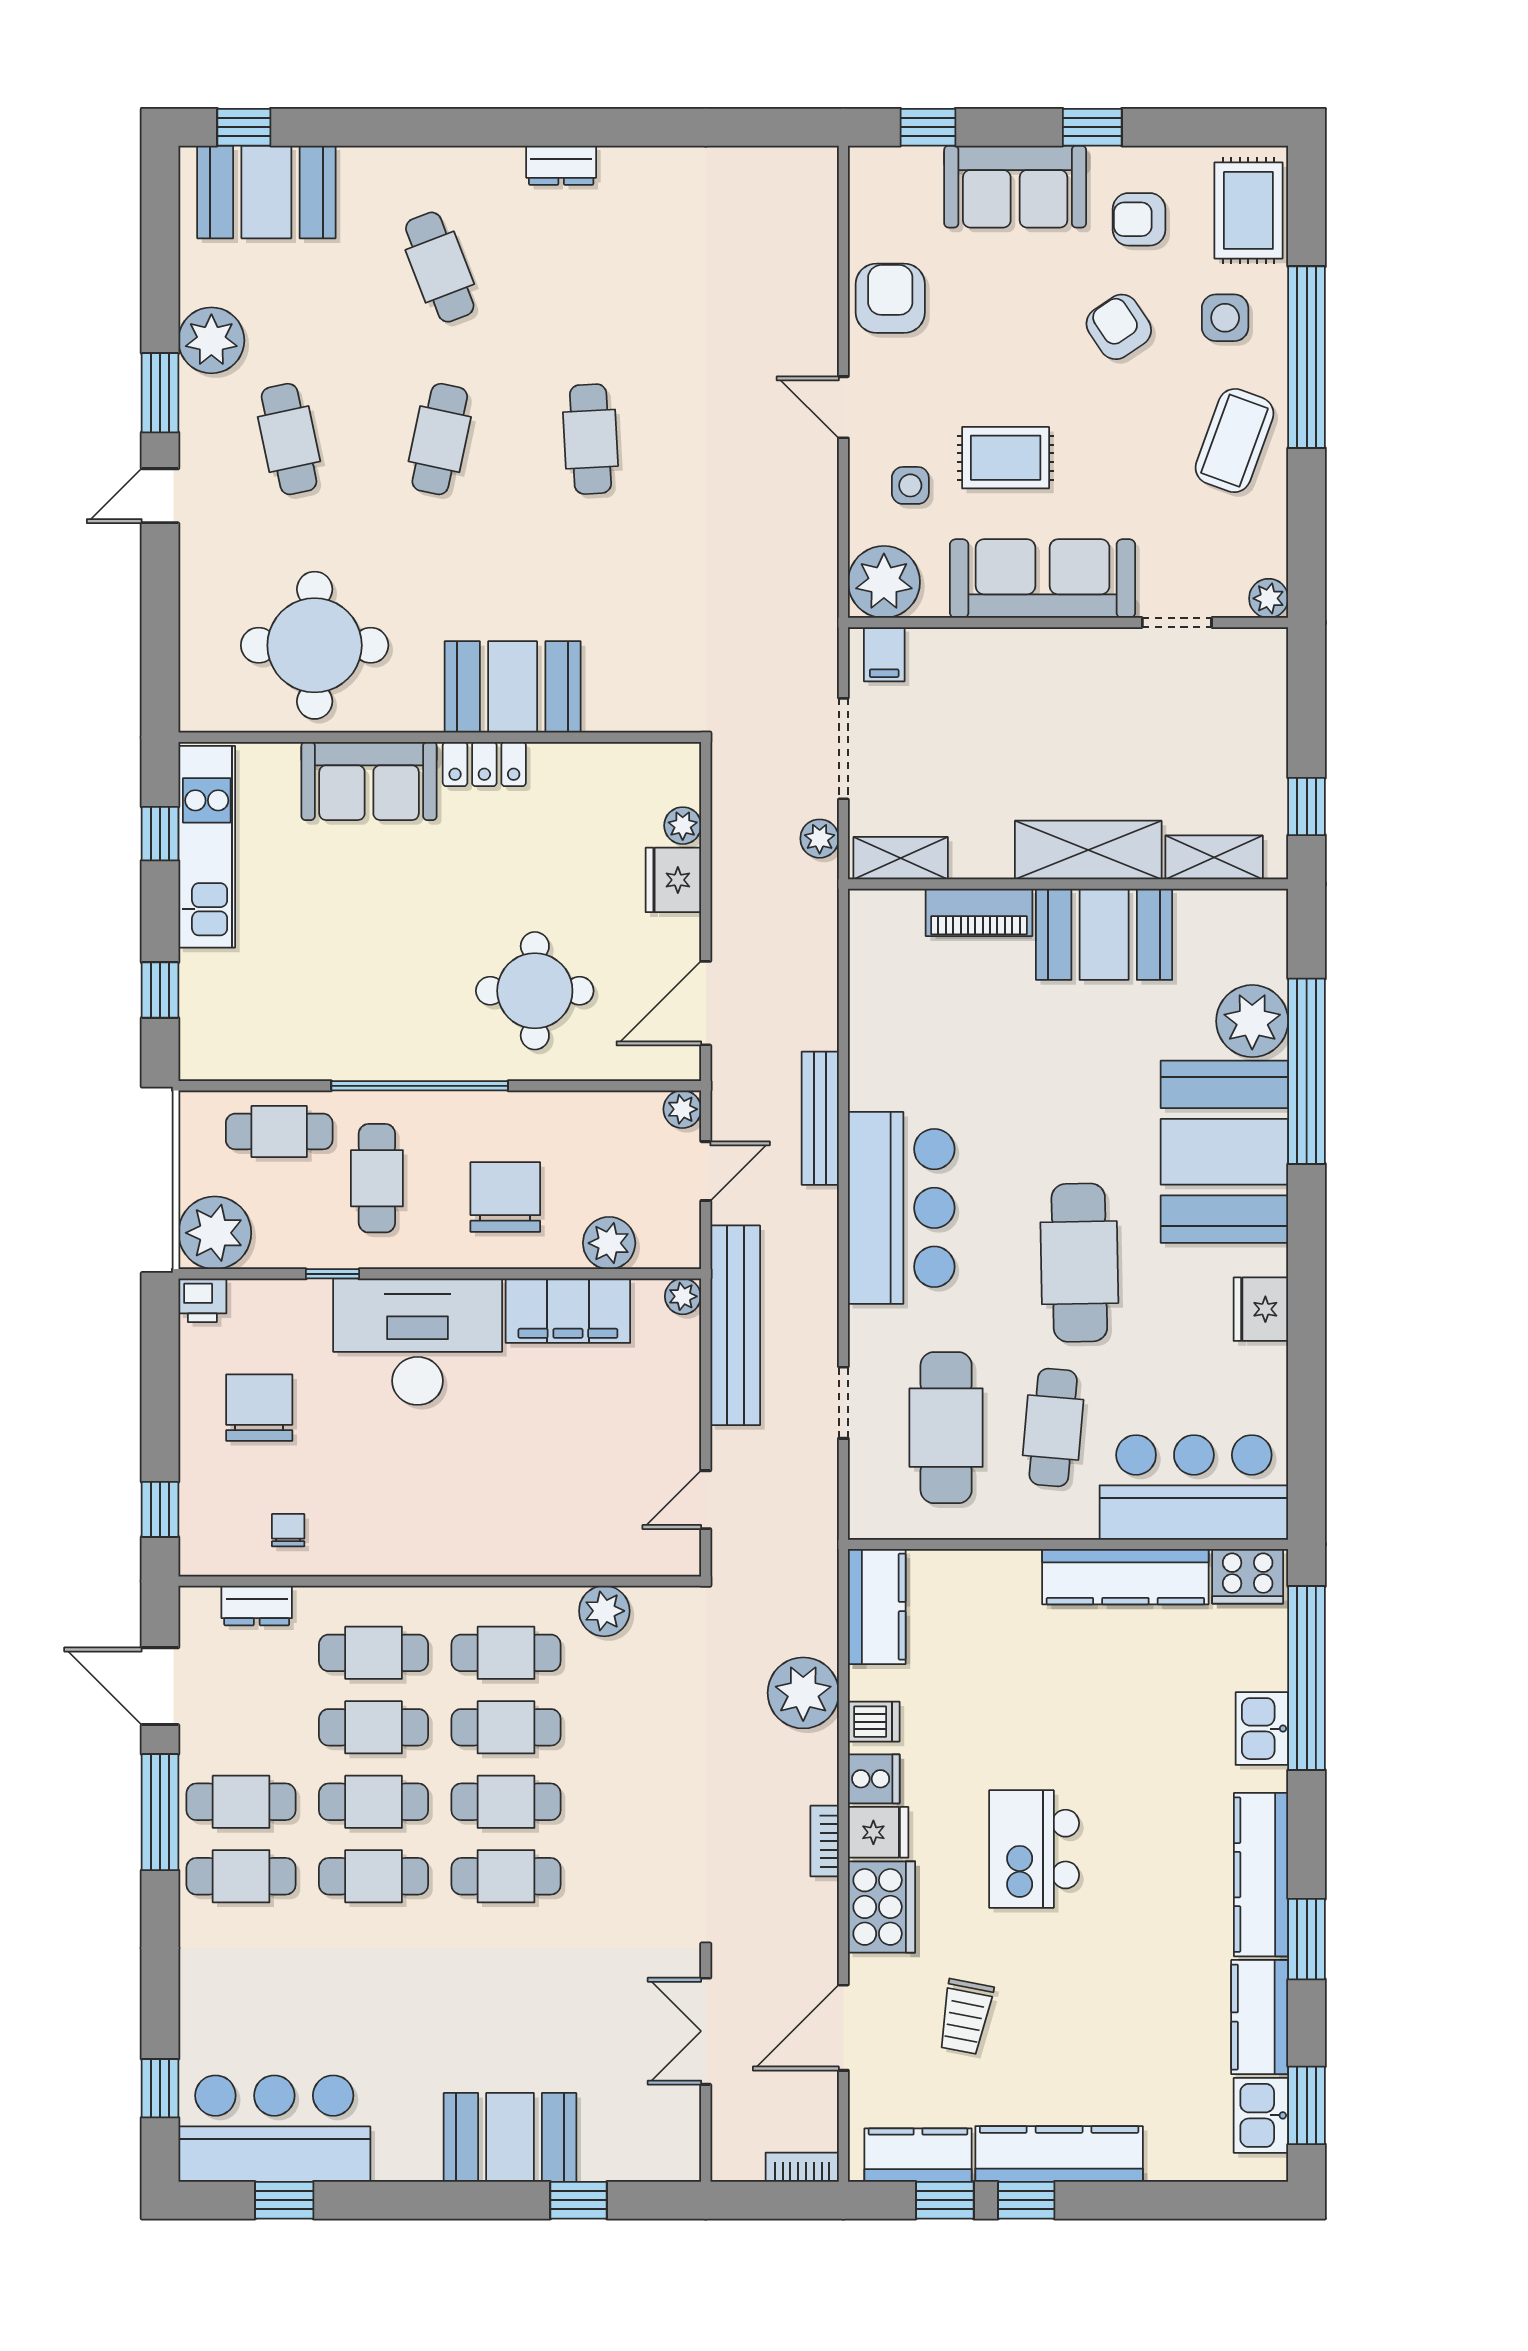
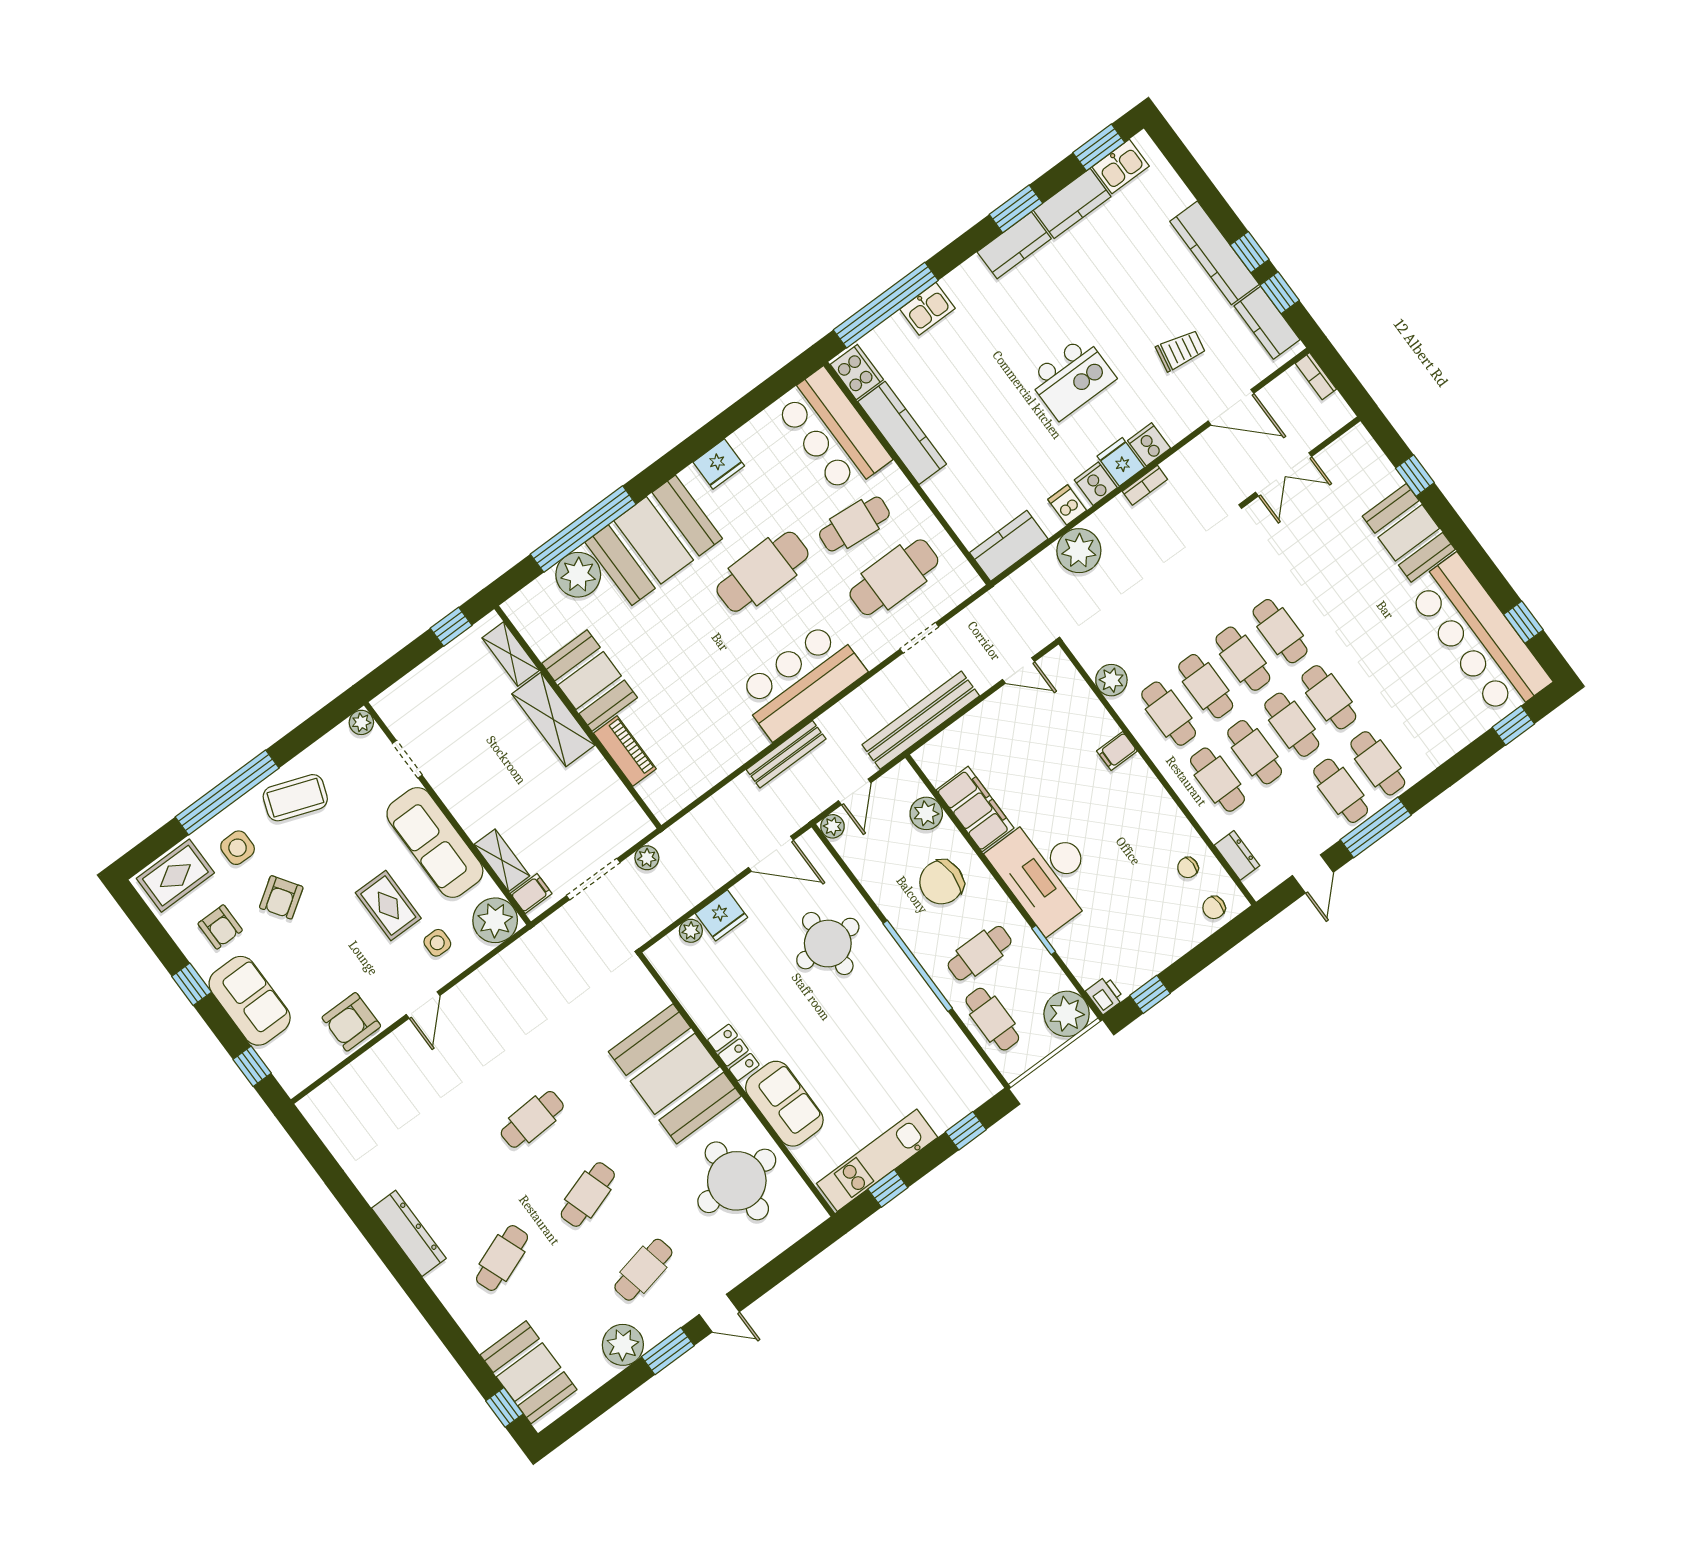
dresser: (561, 165) -> (409, 1233), width x1.96, depth x1.24
cafe table: (440, 439) -> (588, 1195), turned -30
booth: (513, 687) -> (675, 1074), width x1.36, depth x1.42
shelving: (901, 858) -> (502, 860), moved
door: (706, 1171) -> (855, 792), swing flipped
plant: (683, 1296) -> (926, 757), removed
chair: (259, 1408) -> (1214, 907), moved, width x0.54, depth x0.54
window: (160, 1509) -> (1150, 994), moved
filing cabinet: (507, 1550) -> (1117, 751), added
door: (160, 1686) -> (1313, 874), width x0.73
kitchen counter: (1261, 1875) -> (1014, 245), width x0.67
cooker: (882, 1907) -> (1149, 444), width x0.53, depth x0.76
bar counter: (274, 2129) -> (1478, 636), width x1.36

